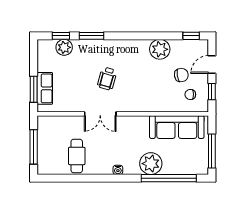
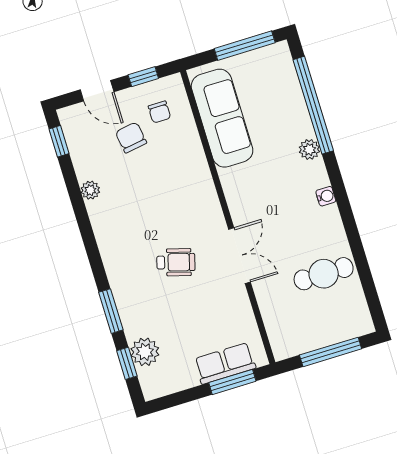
plant: (160, 49) -> (90, 190), width x0.53, depth x0.53
plant: (151, 164) -> (309, 149), width x0.53, depth x0.53

